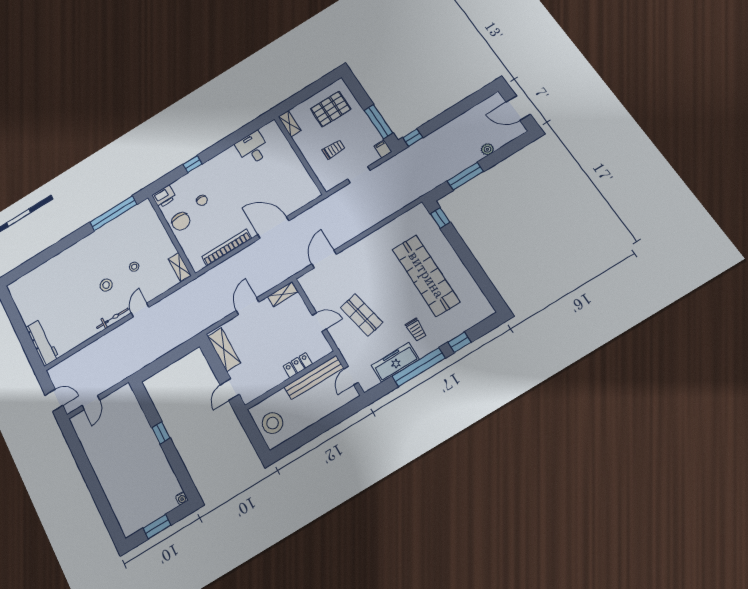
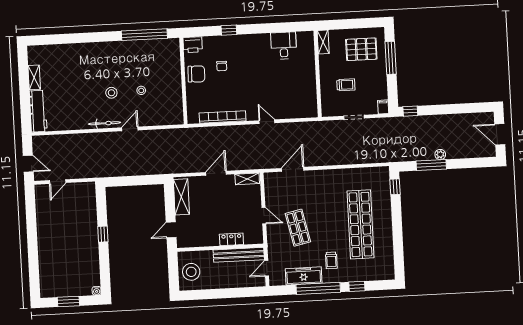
window: (378, 122) -> (391, 58), moved
plant: (487, 149) -> (440, 154), moved
chair: (181, 221) -> (196, 74), turned -88
door: (273, 228) -> (267, 122), width x0.53
shelving: (180, 267) -> (34, 77), moved

